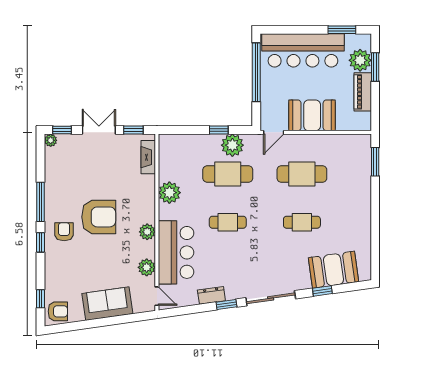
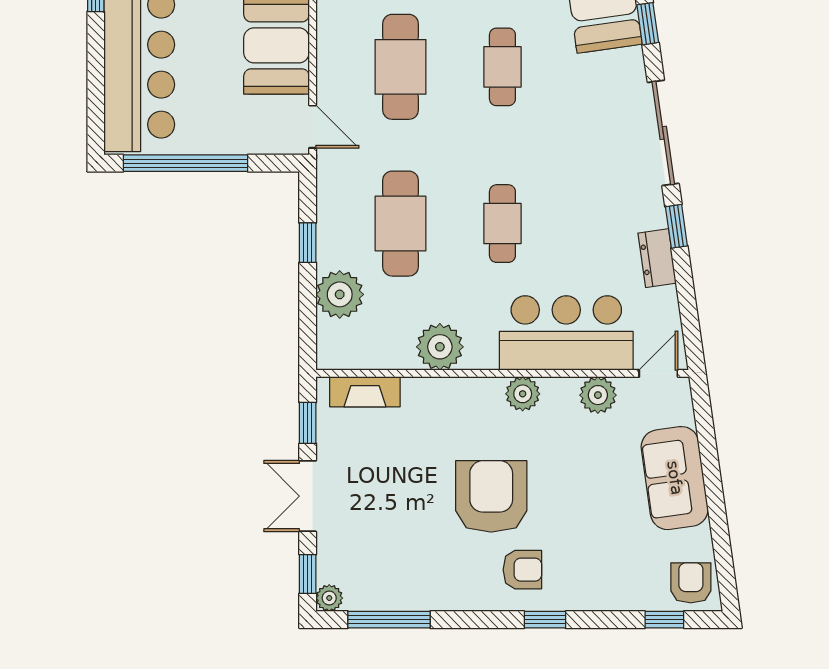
plant: (232, 145) -> (340, 294), moved
window: (40, 202) -> (389, 620), moved
armchair: (64, 232) -> (522, 570), turned 180

